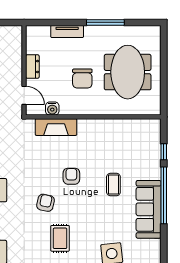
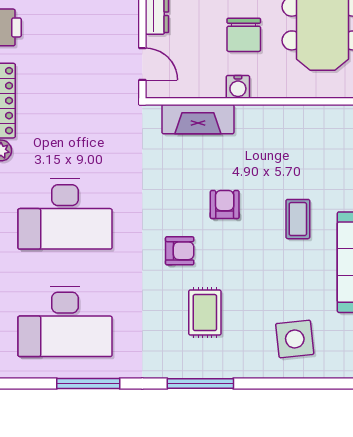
water cooler: (52, 109) -> (238, 87), moved
armchair: (45, 203) -> (180, 251), turned 78

